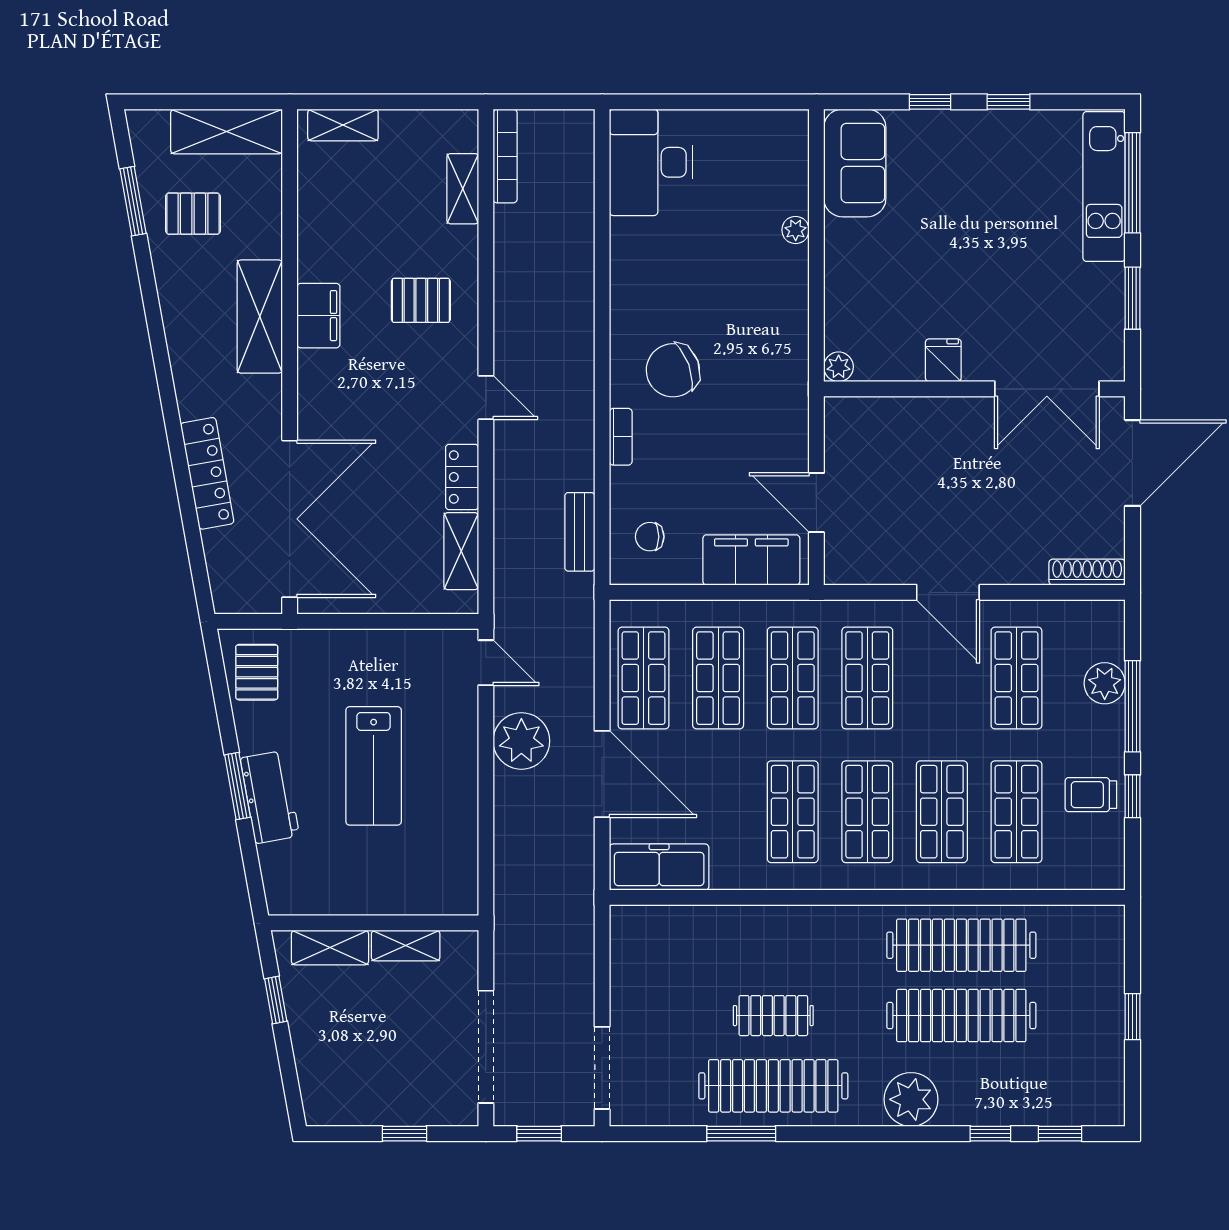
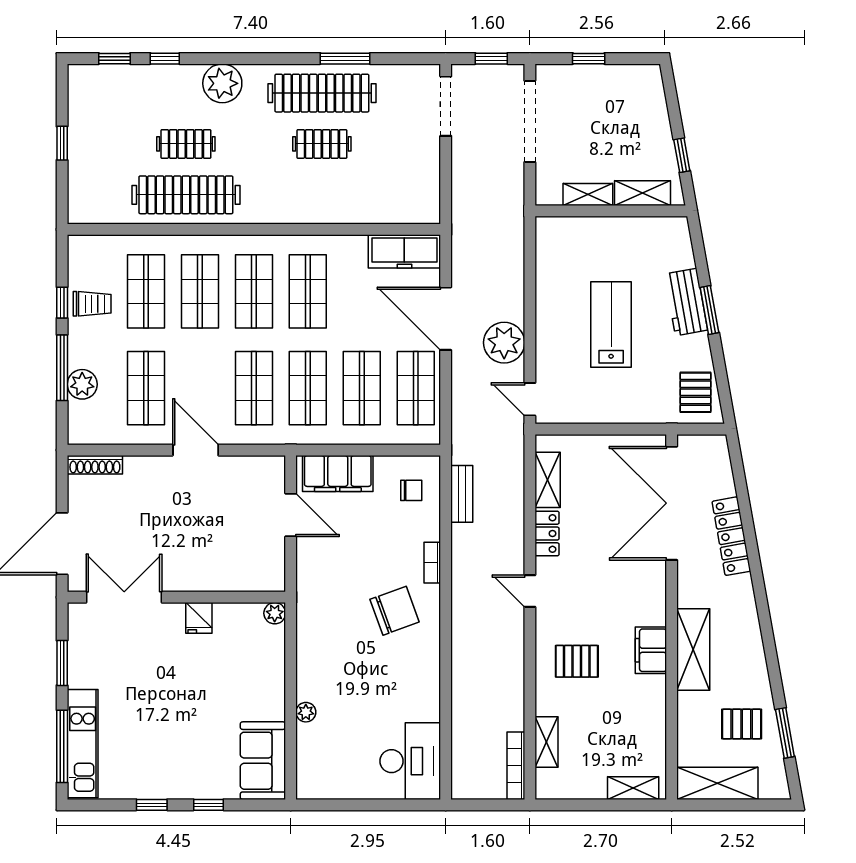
clothes rail: (961, 1016) -> (186, 144), width x0.54, depth x0.76

